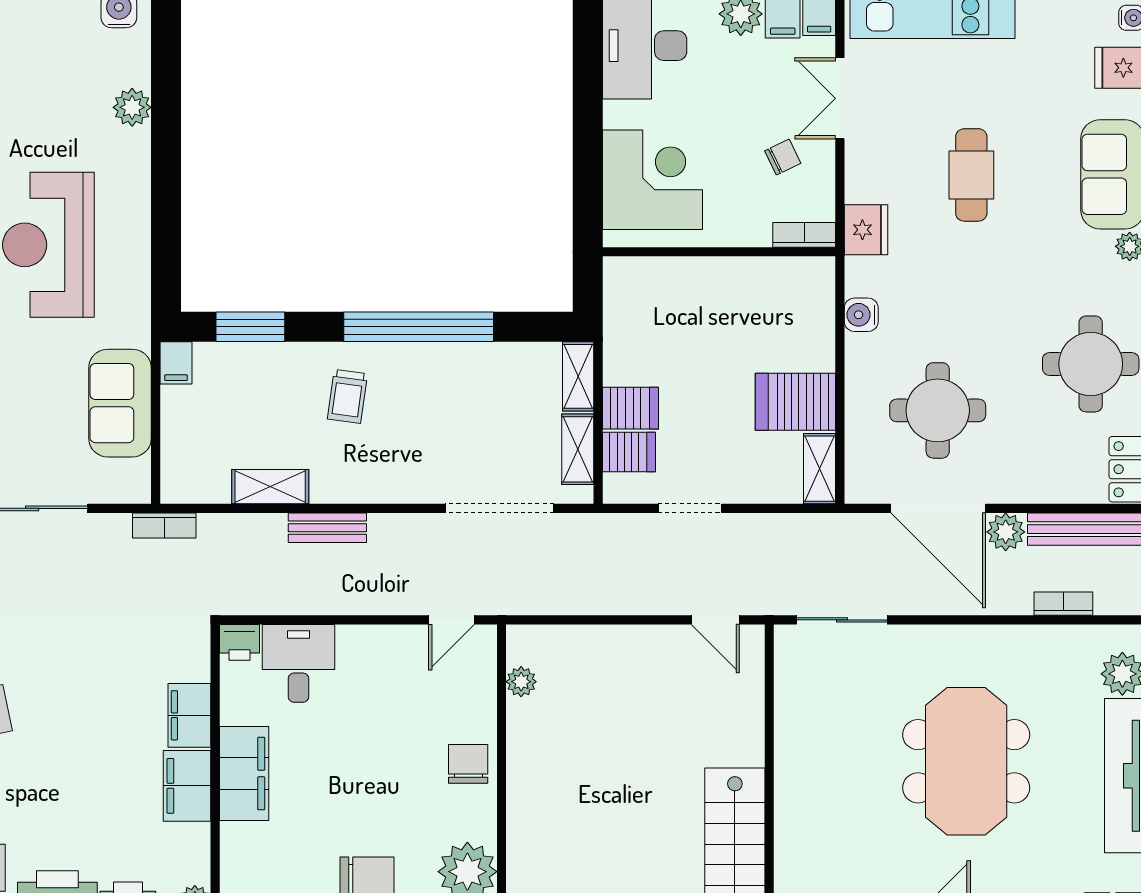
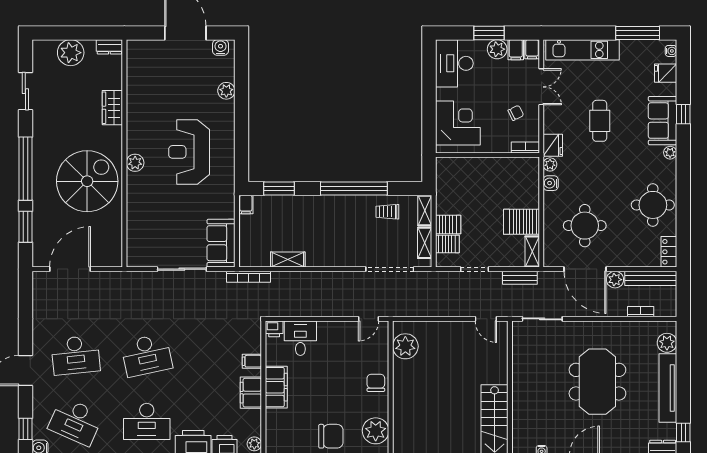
double door: (840, 98) -> (541, 87), swing flipped
plant: (860, 273) -> (550, 164), added
trolley: (347, 396) -> (387, 212), moved, turned 82
sofa: (120, 403) -> (221, 243), moved
bookcase: (164, 525) -> (249, 277), width x1.56
bench: (327, 528) -> (520, 278), moved
plant: (521, 682) -> (405, 346), width x1.88, depth x1.88
filing cabinet: (189, 715) -> (252, 361), width x0.50

